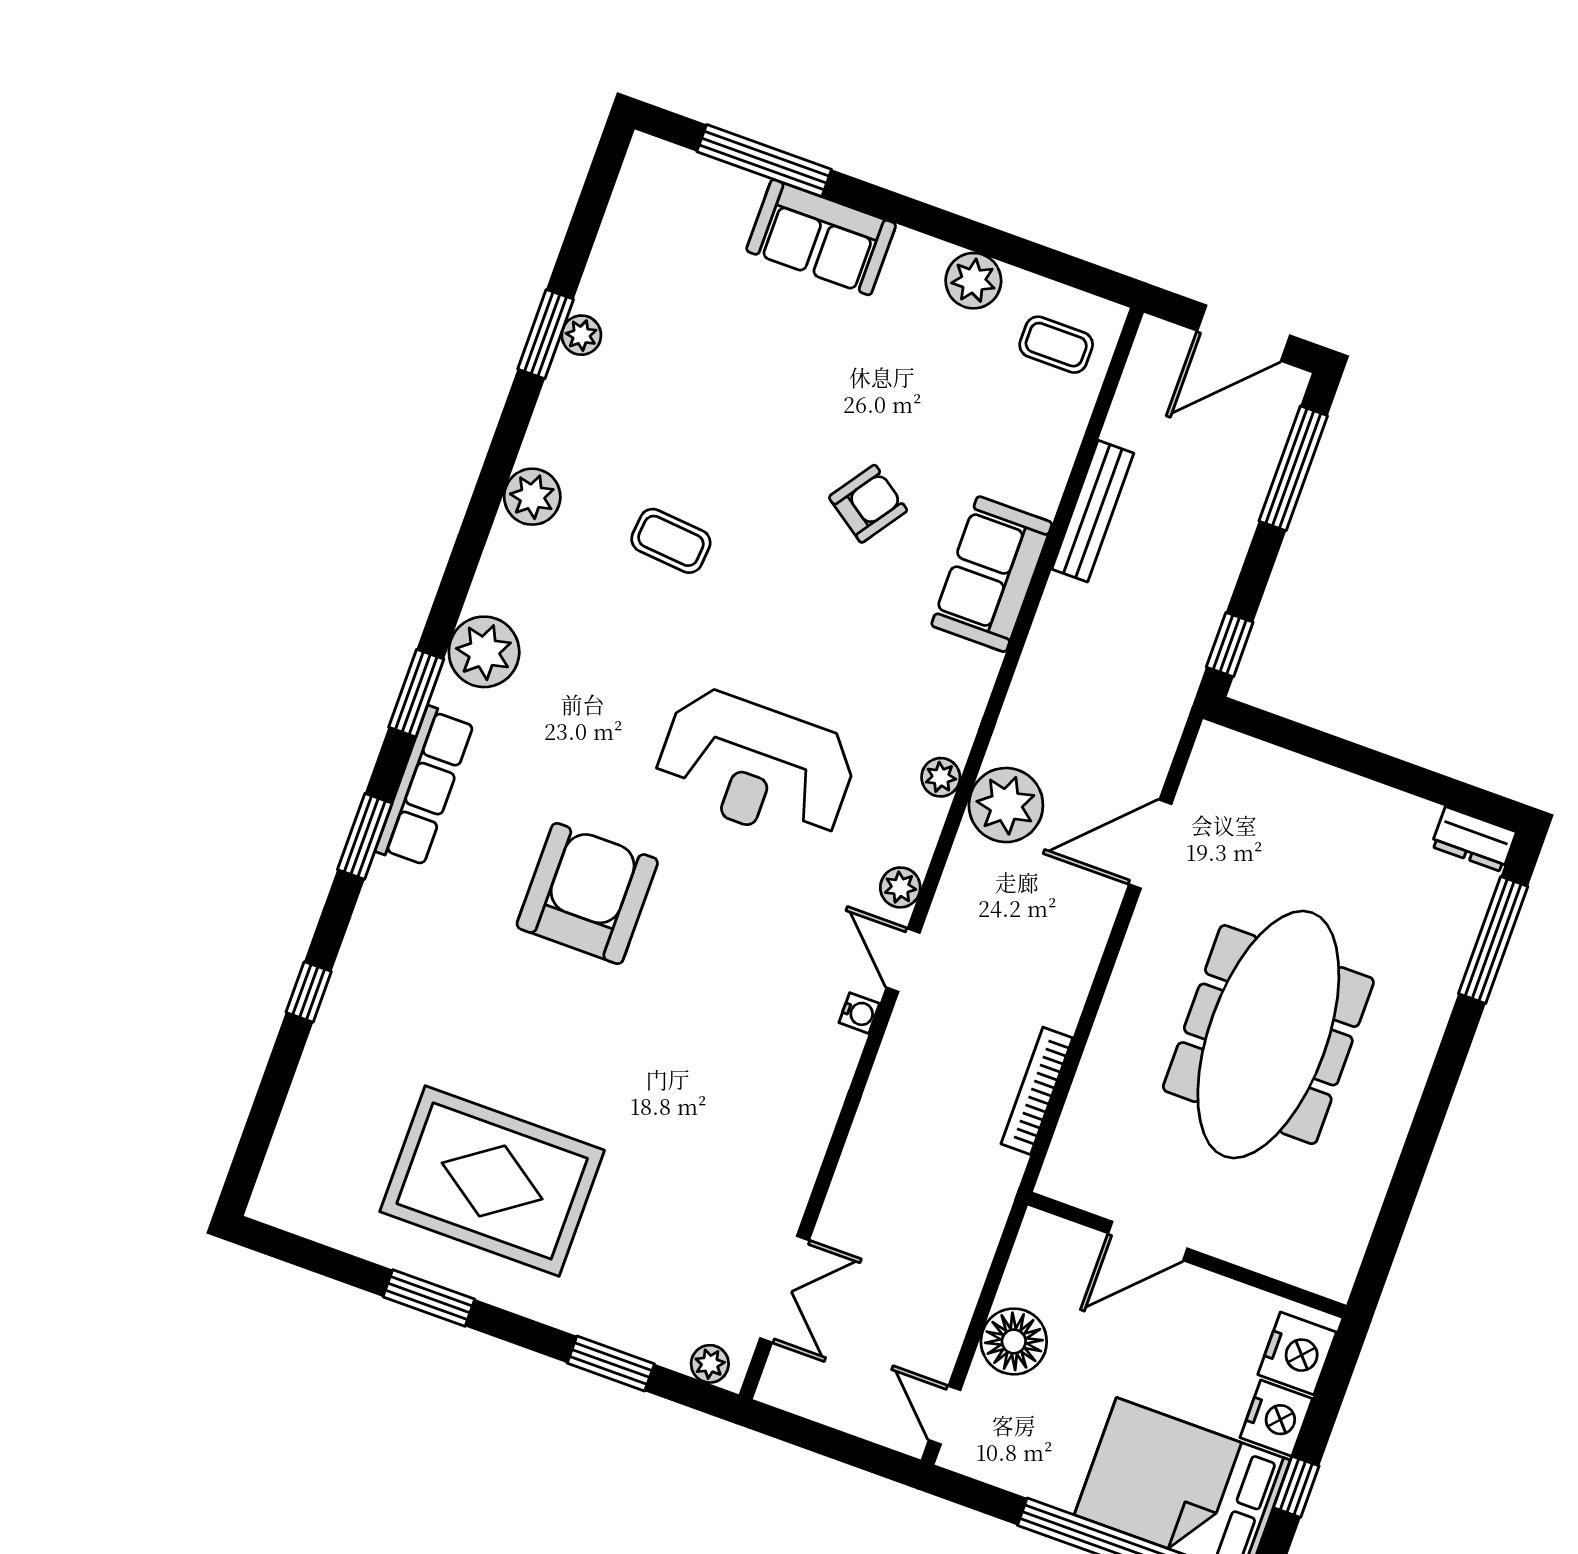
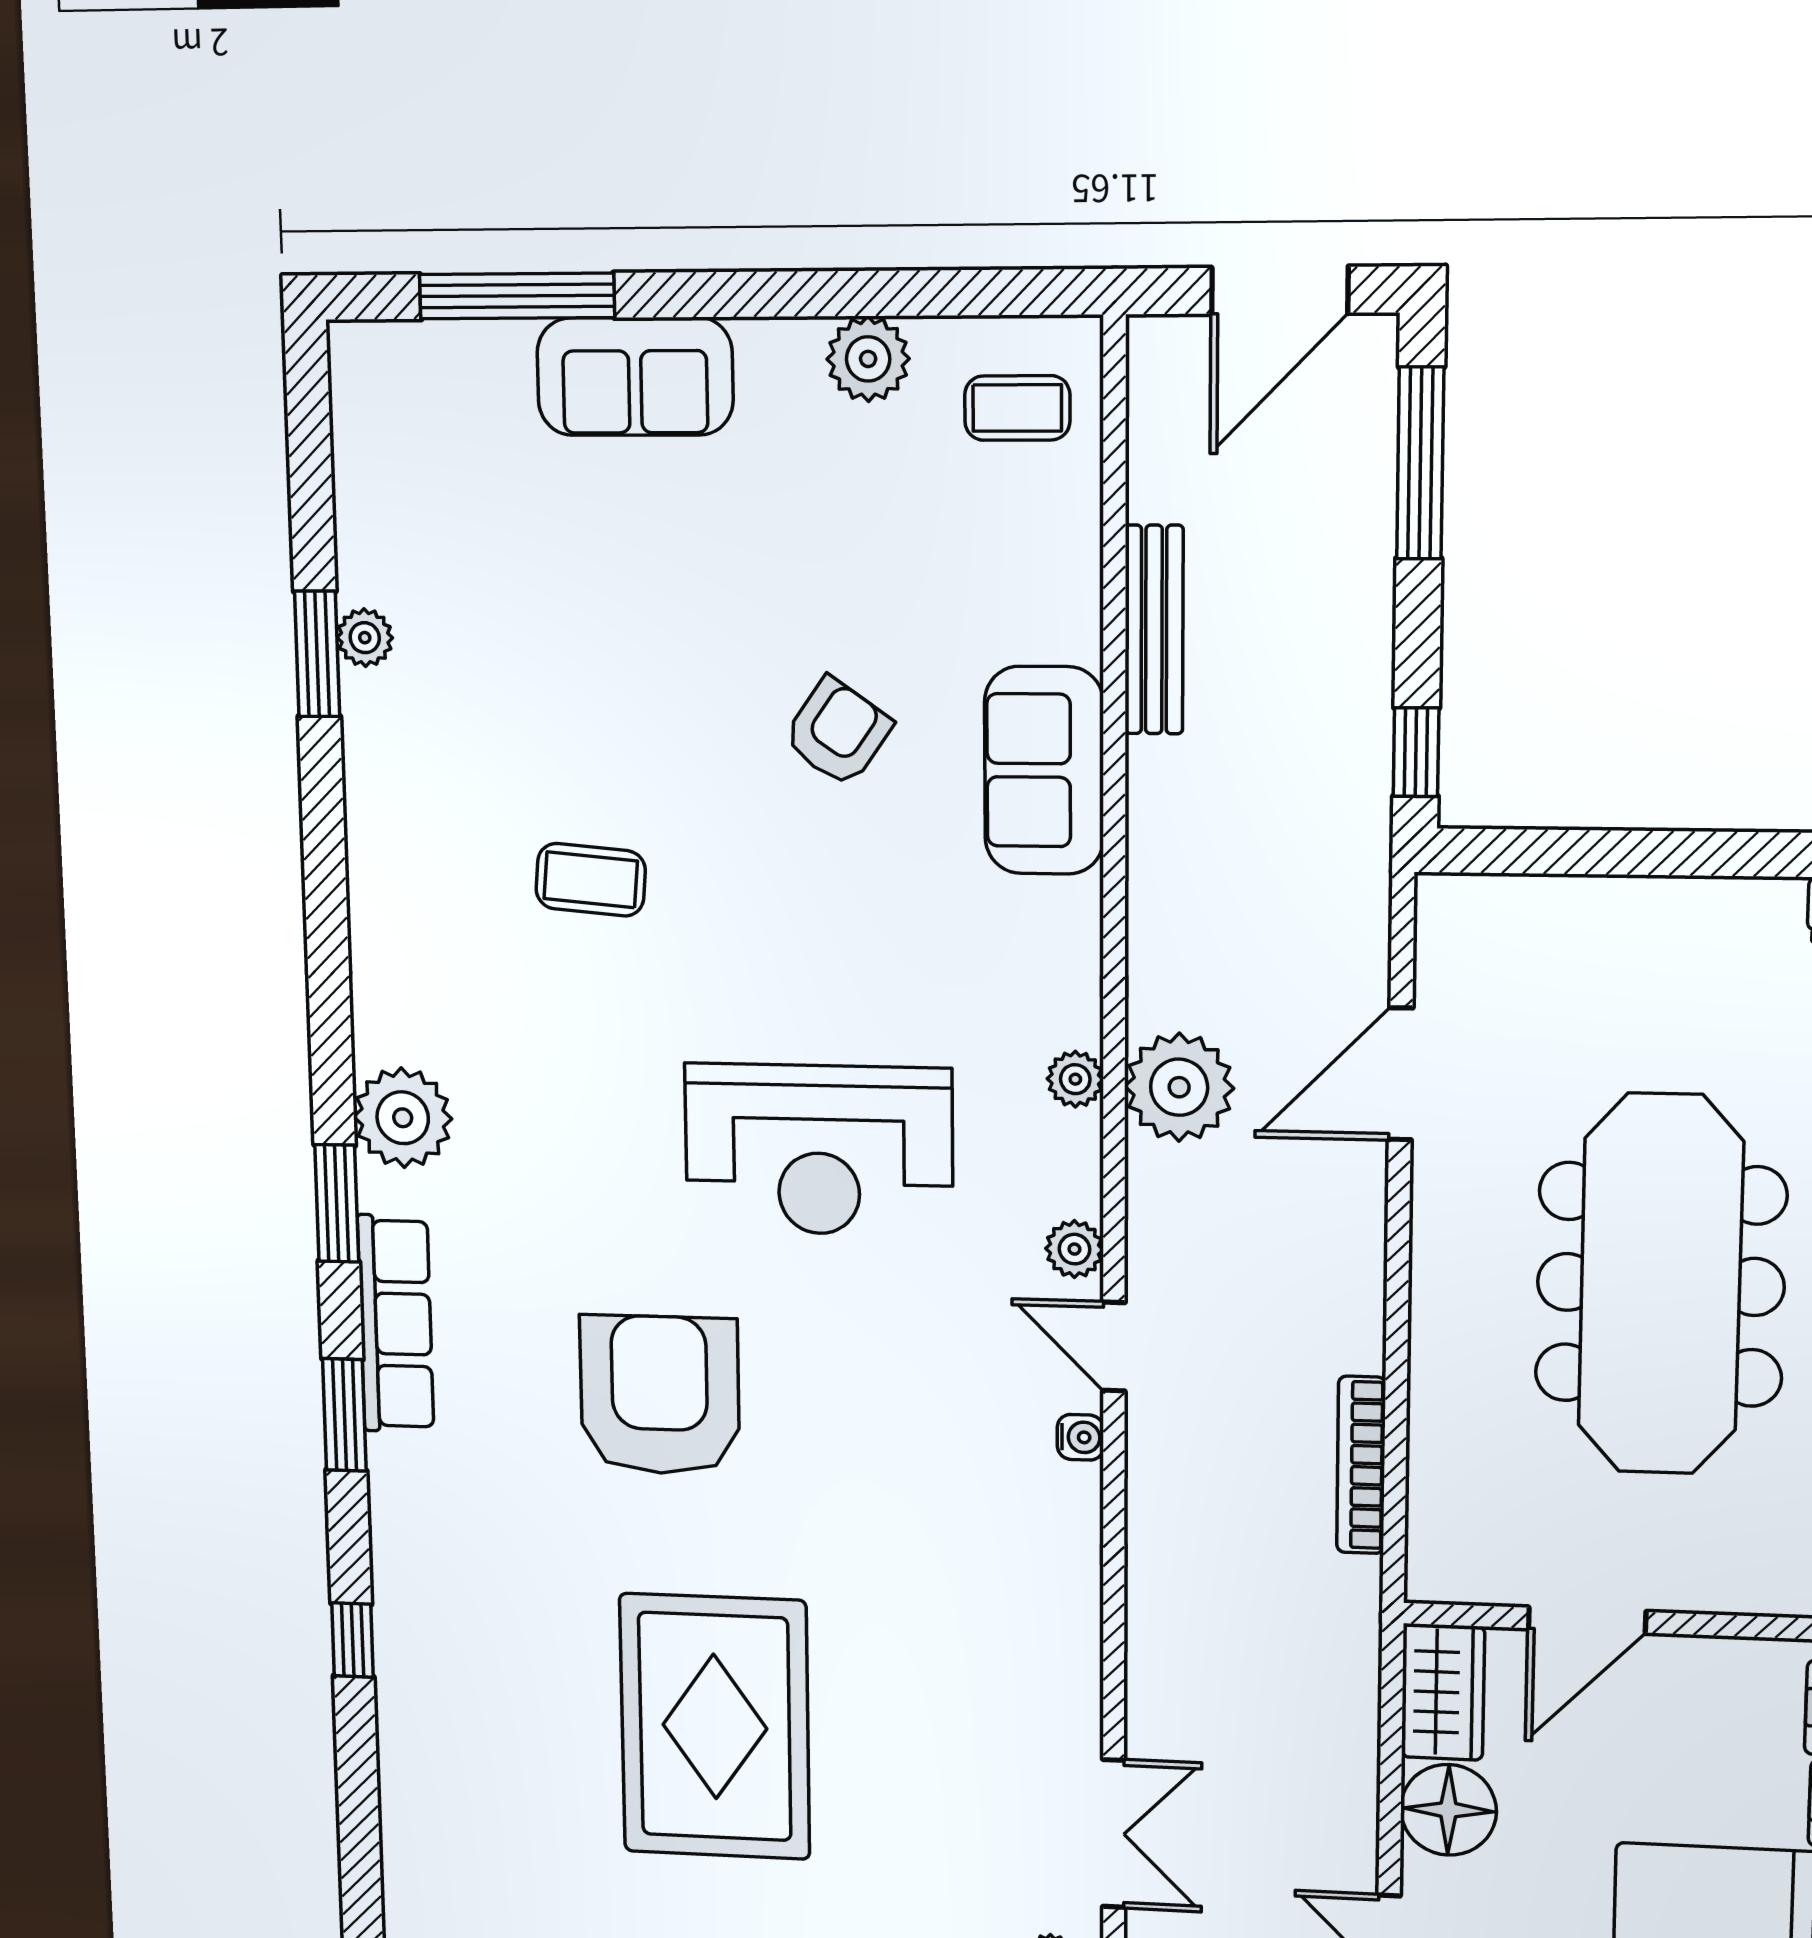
plant: (532, 497) -> (385, 885), removed
rug: (492, 1181) -> (715, 1727), moved, turned 90
wardrobe: (1038, 1260) -> (1443, 1692), added

